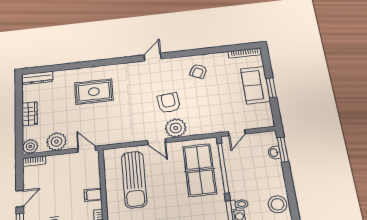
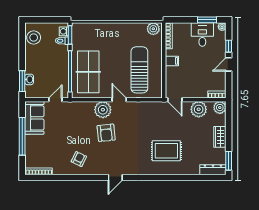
sofa: (255, 85) -> (34, 118), moved
window: (271, 88) -> (22, 136), width x2.11
window: (19, 89) -> (229, 161), added

